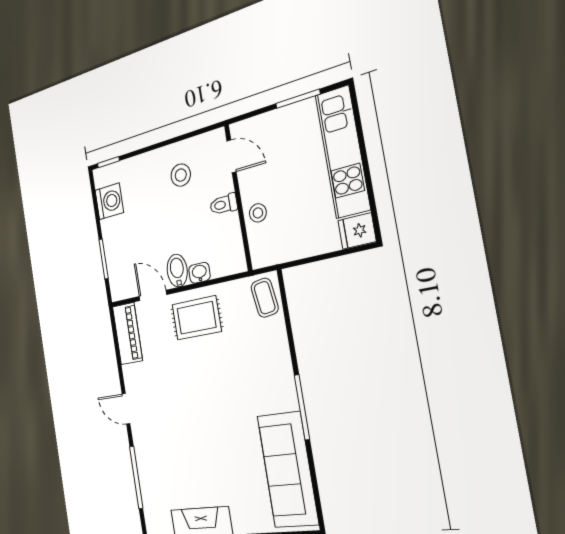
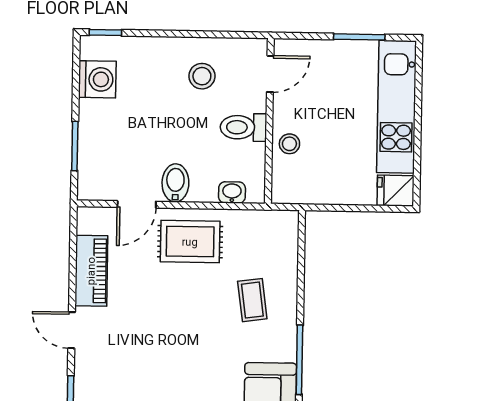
door: (232, 156) -> (270, 74), hinge flipped
toilet: (224, 204) -> (243, 127), width x1.37, depth x1.39
washbasin: (199, 273) -> (232, 192), moved
door: (153, 295) -> (137, 204), swing flipped
coffee table: (265, 298) -> (252, 300), moved
piano: (128, 334) -> (91, 271), moved

